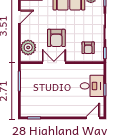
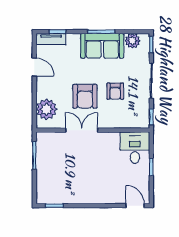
door: (19, 17) -> (34, 67), hinge flipped
armchair: (88, 48) -> (115, 91), moved
desk: (92, 86) -> (135, 148), moved, turned -90
door: (93, 118) -> (135, 206), hinge flipped

